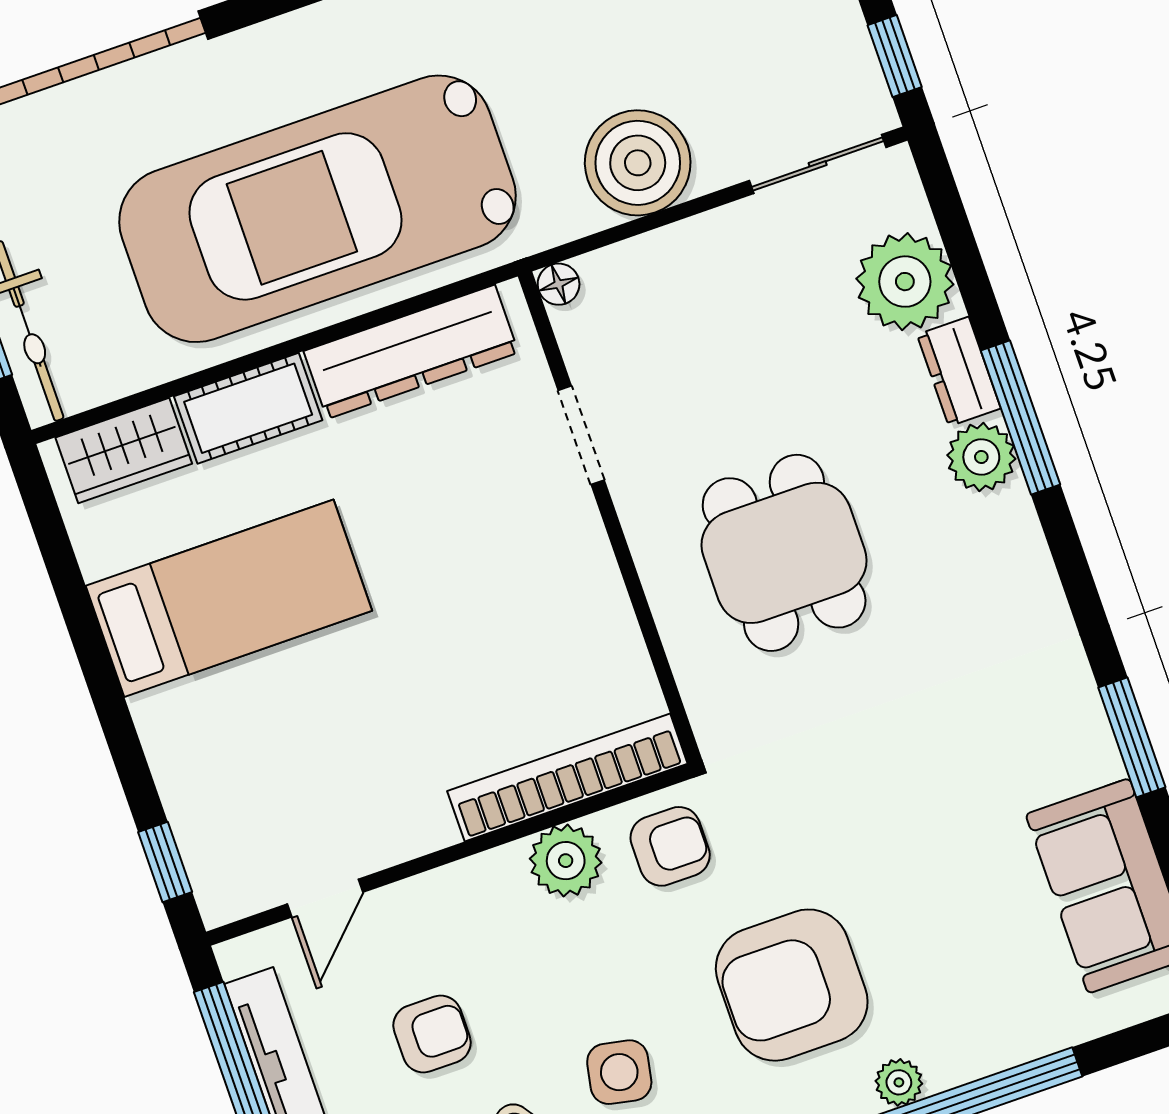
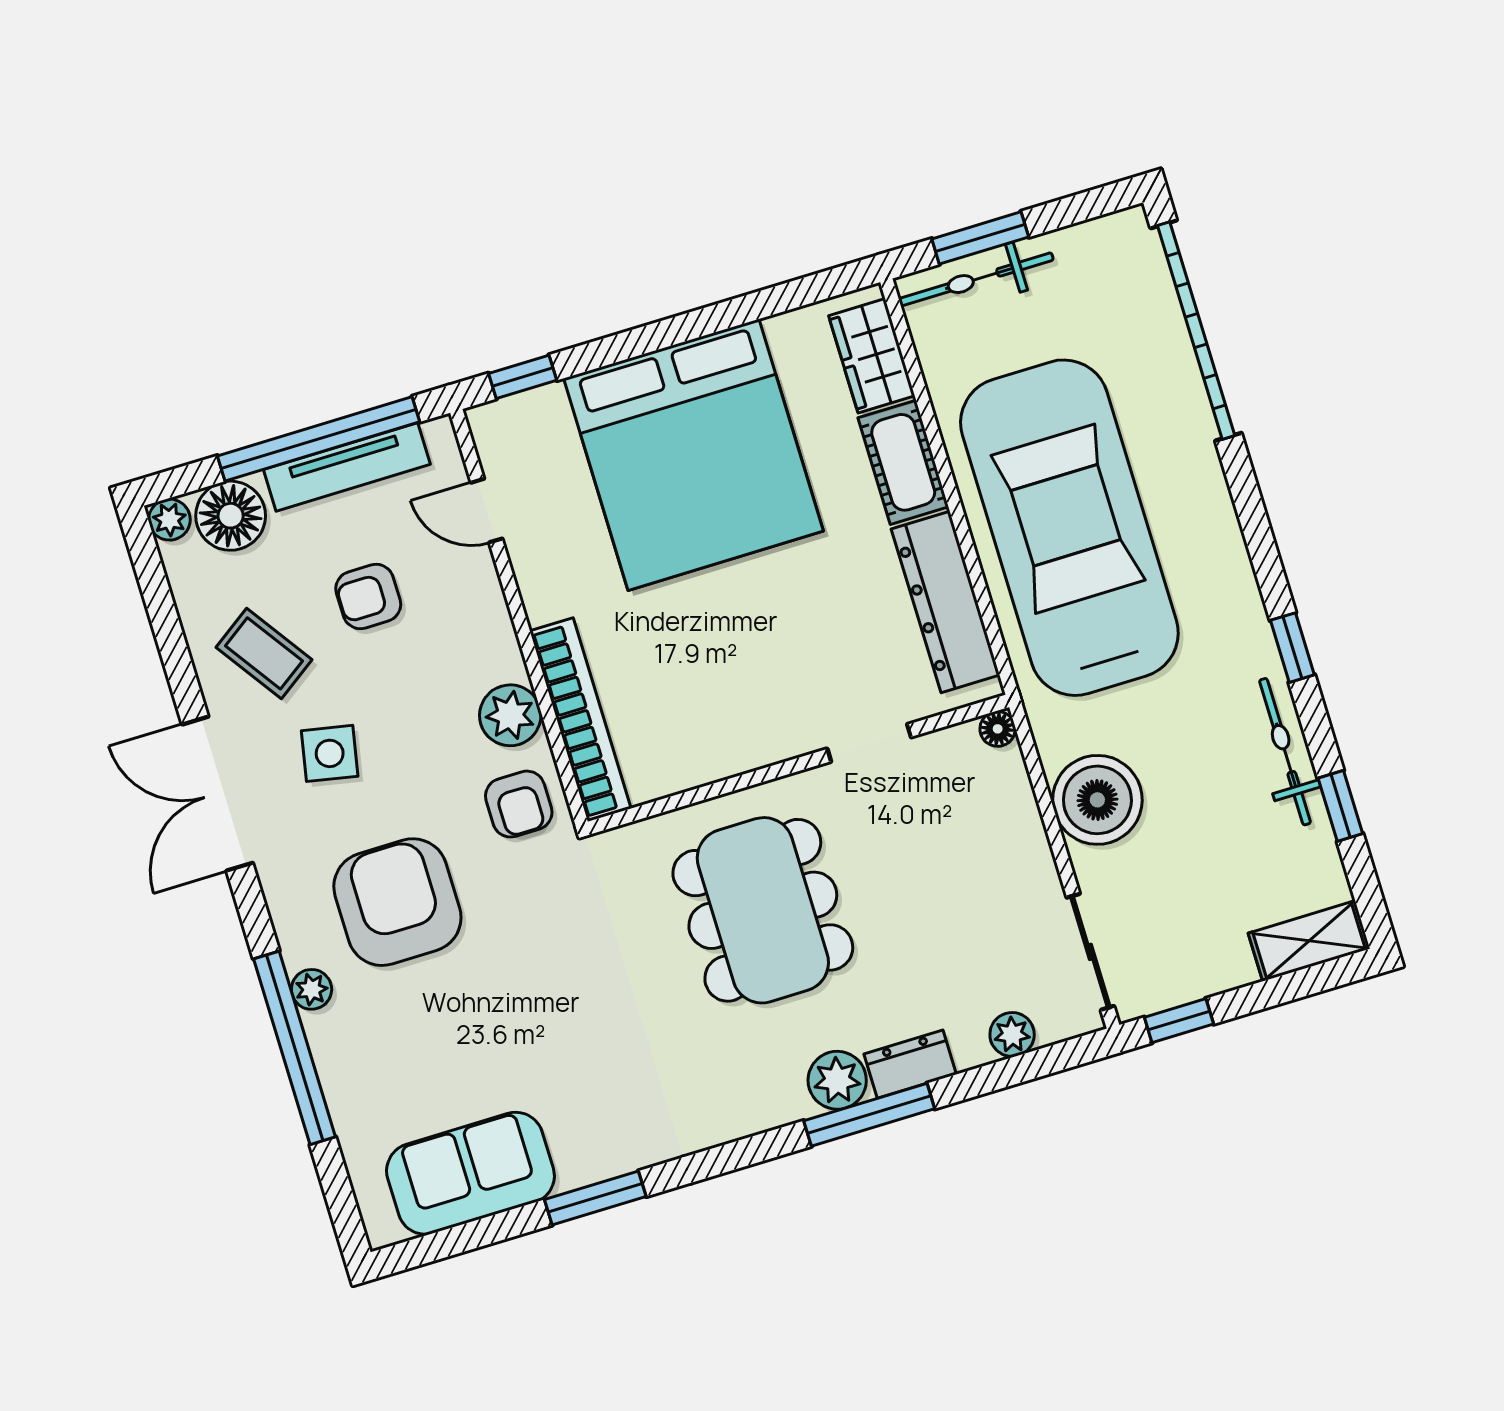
plant: (905, 282) -> (1012, 1034), width x0.53, depth x0.53
dining table: (784, 553) -> (763, 910), width x1.38
bed: (229, 598) -> (693, 455), width x2.04
armchair: (432, 1034) -> (368, 597), turned 90

